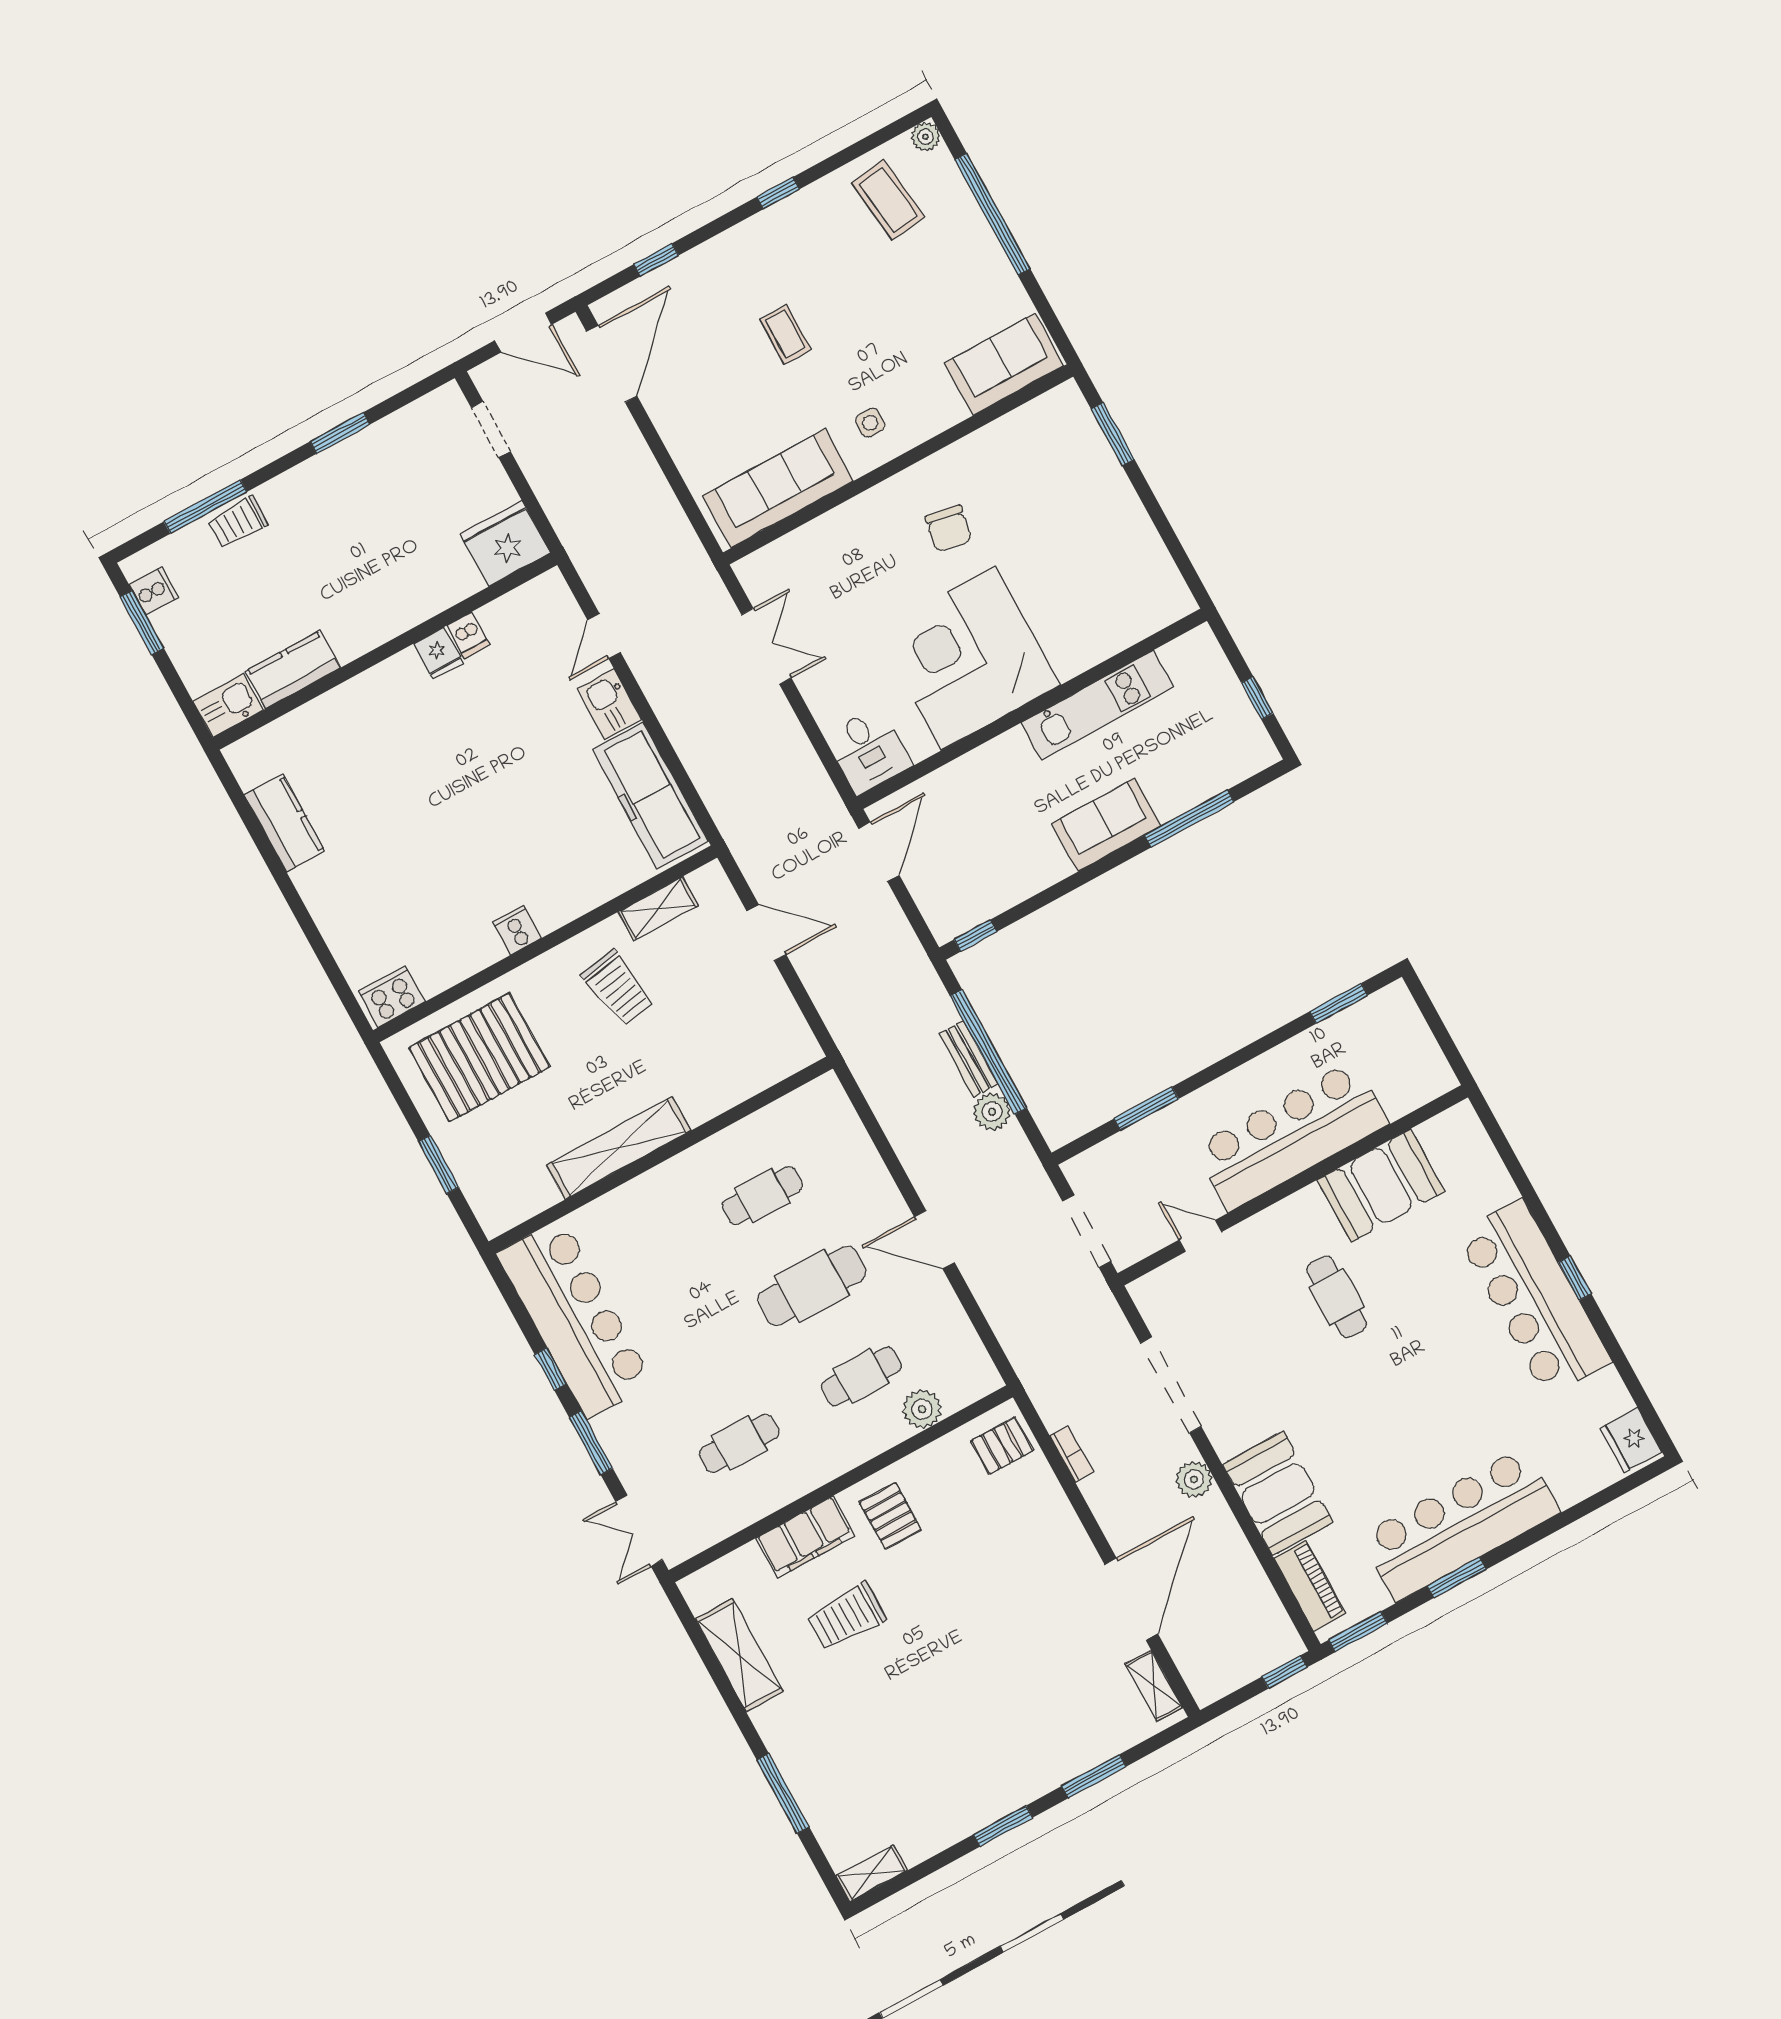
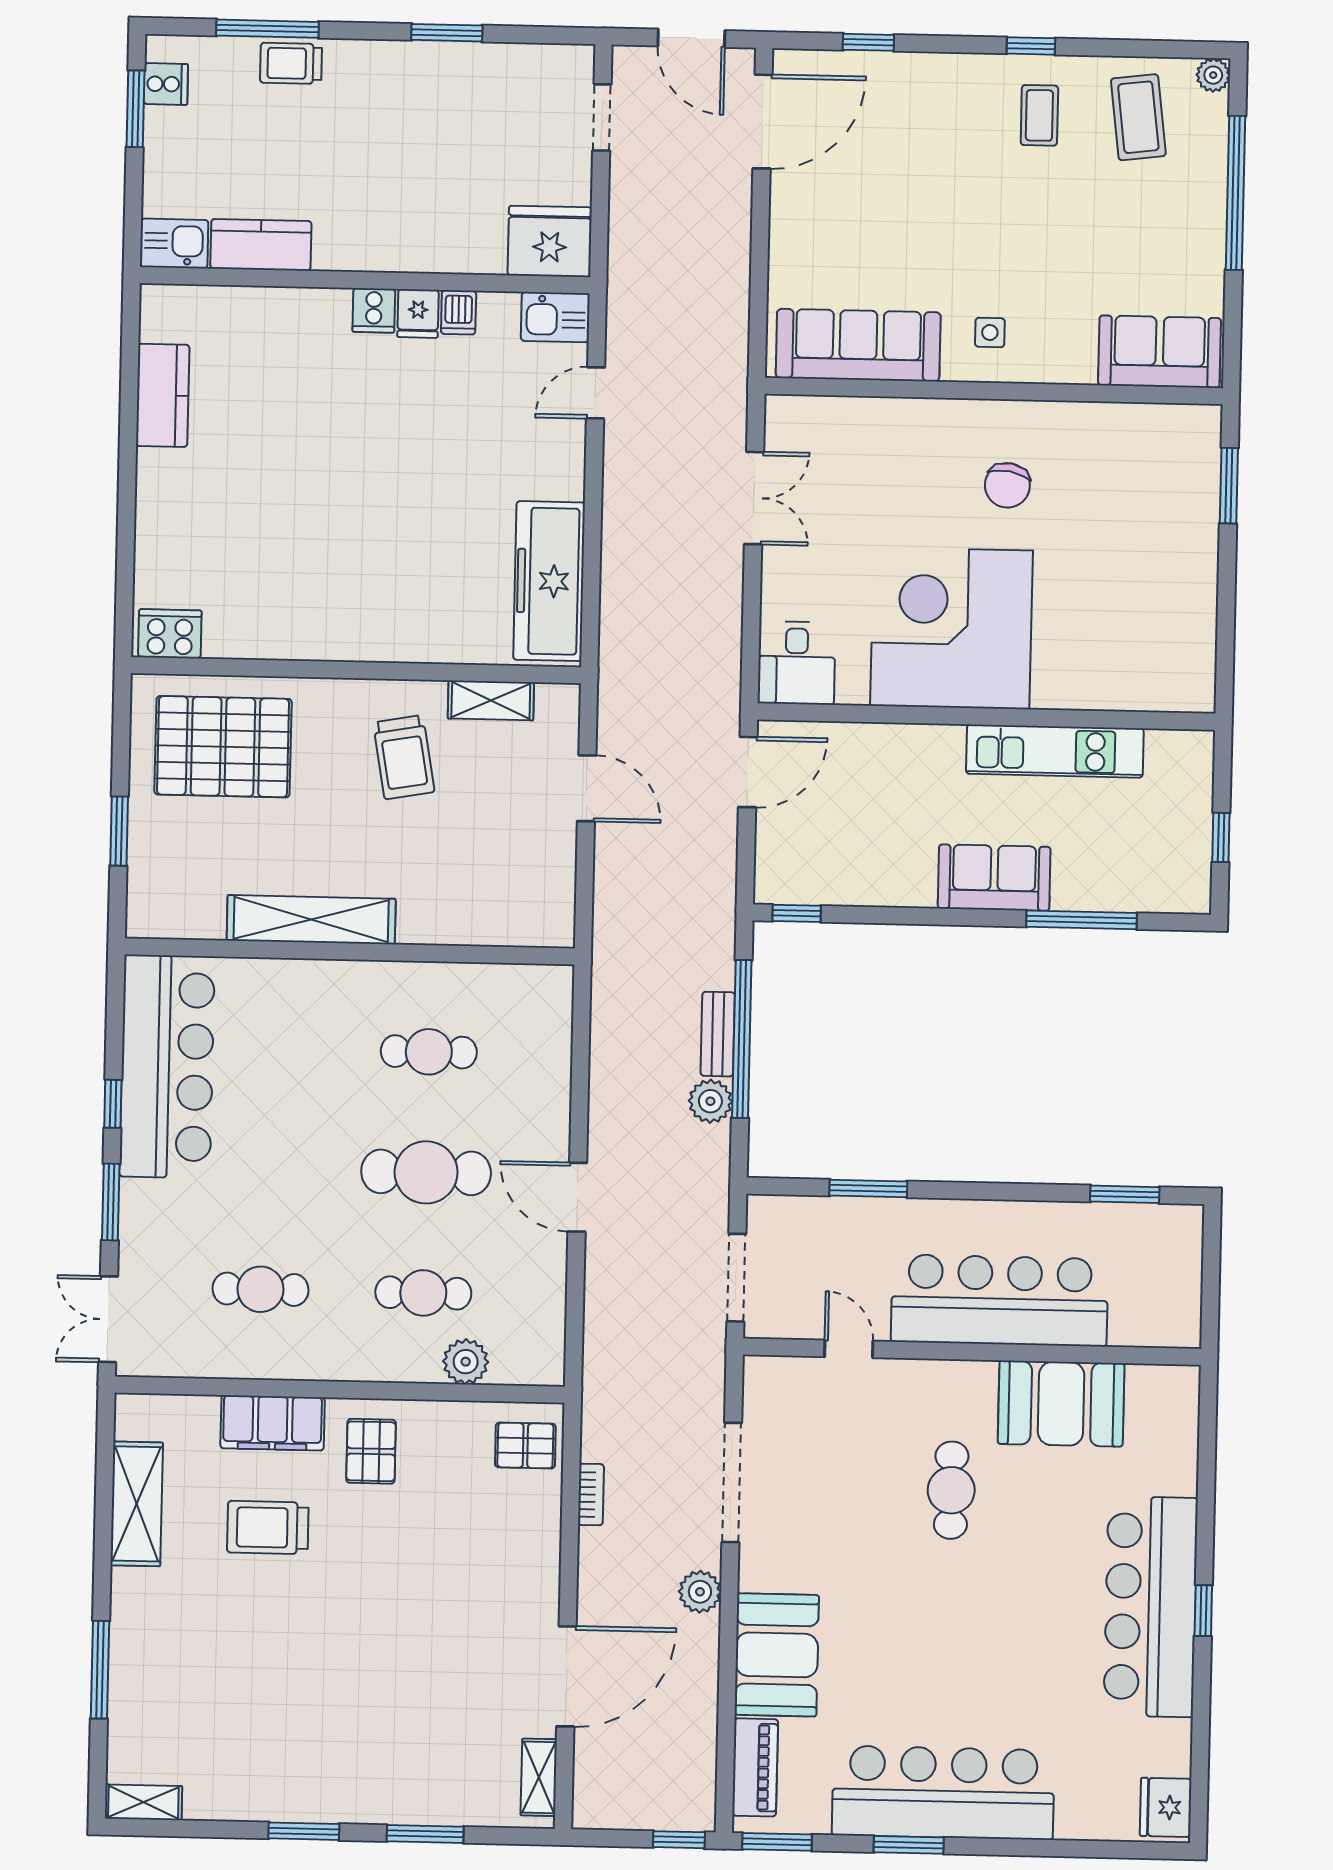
coffee table: (785, 334) -> (1039, 115), moved
kitchen sink: (609, 704) -> (555, 317), moved, turned -90
cooker: (517, 930) -> (374, 310), moved, turned 180

